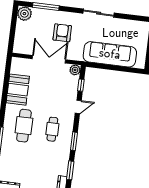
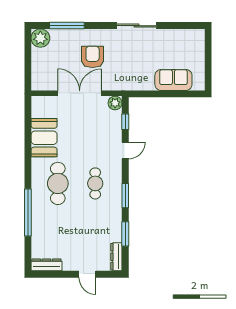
sofa: (110, 54) -> (173, 80), width x0.54, depth x0.79

